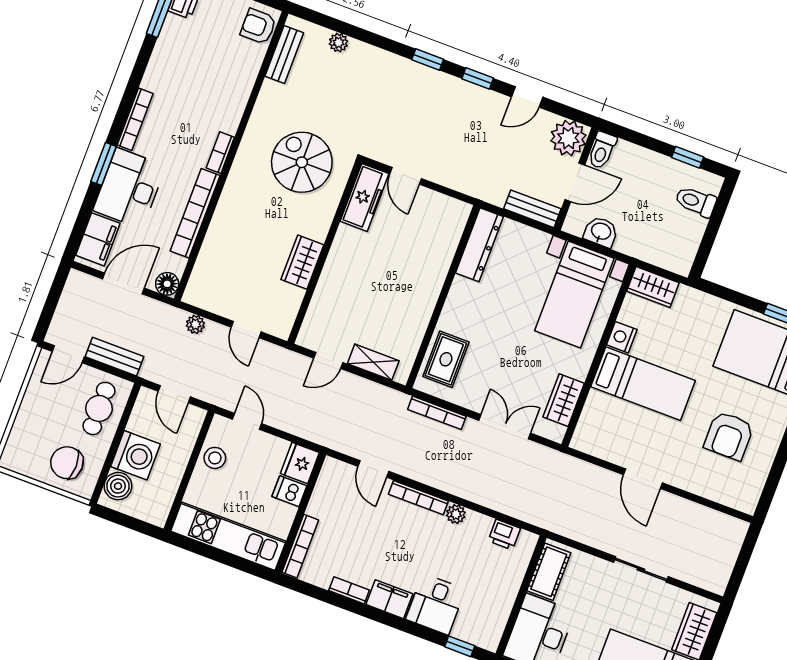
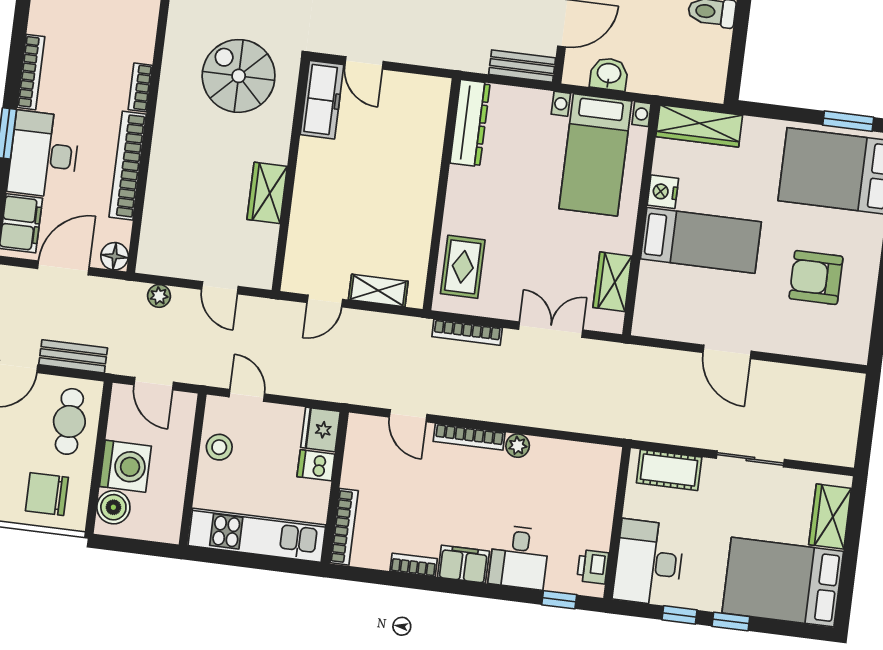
wardrobe: (653, 287) -> (699, 126), width x1.50
armchair: (729, 436) -> (816, 278), turned 90
printer: (504, 535) -> (593, 567), moved, turned 90
cot: (549, 572) -> (669, 470), moved, turned 90

